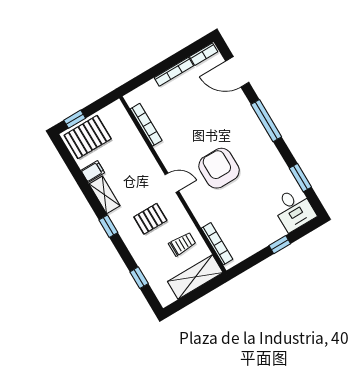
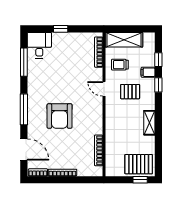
armchair: (219, 168) -> (60, 116), moved
filing cabinet: (93, 172) -> (148, 72), moved
window: (300, 178) -> (24, 62), width x1.44
door: (172, 183) -> (104, 89), moved
window: (108, 226) -> (158, 85), moved

